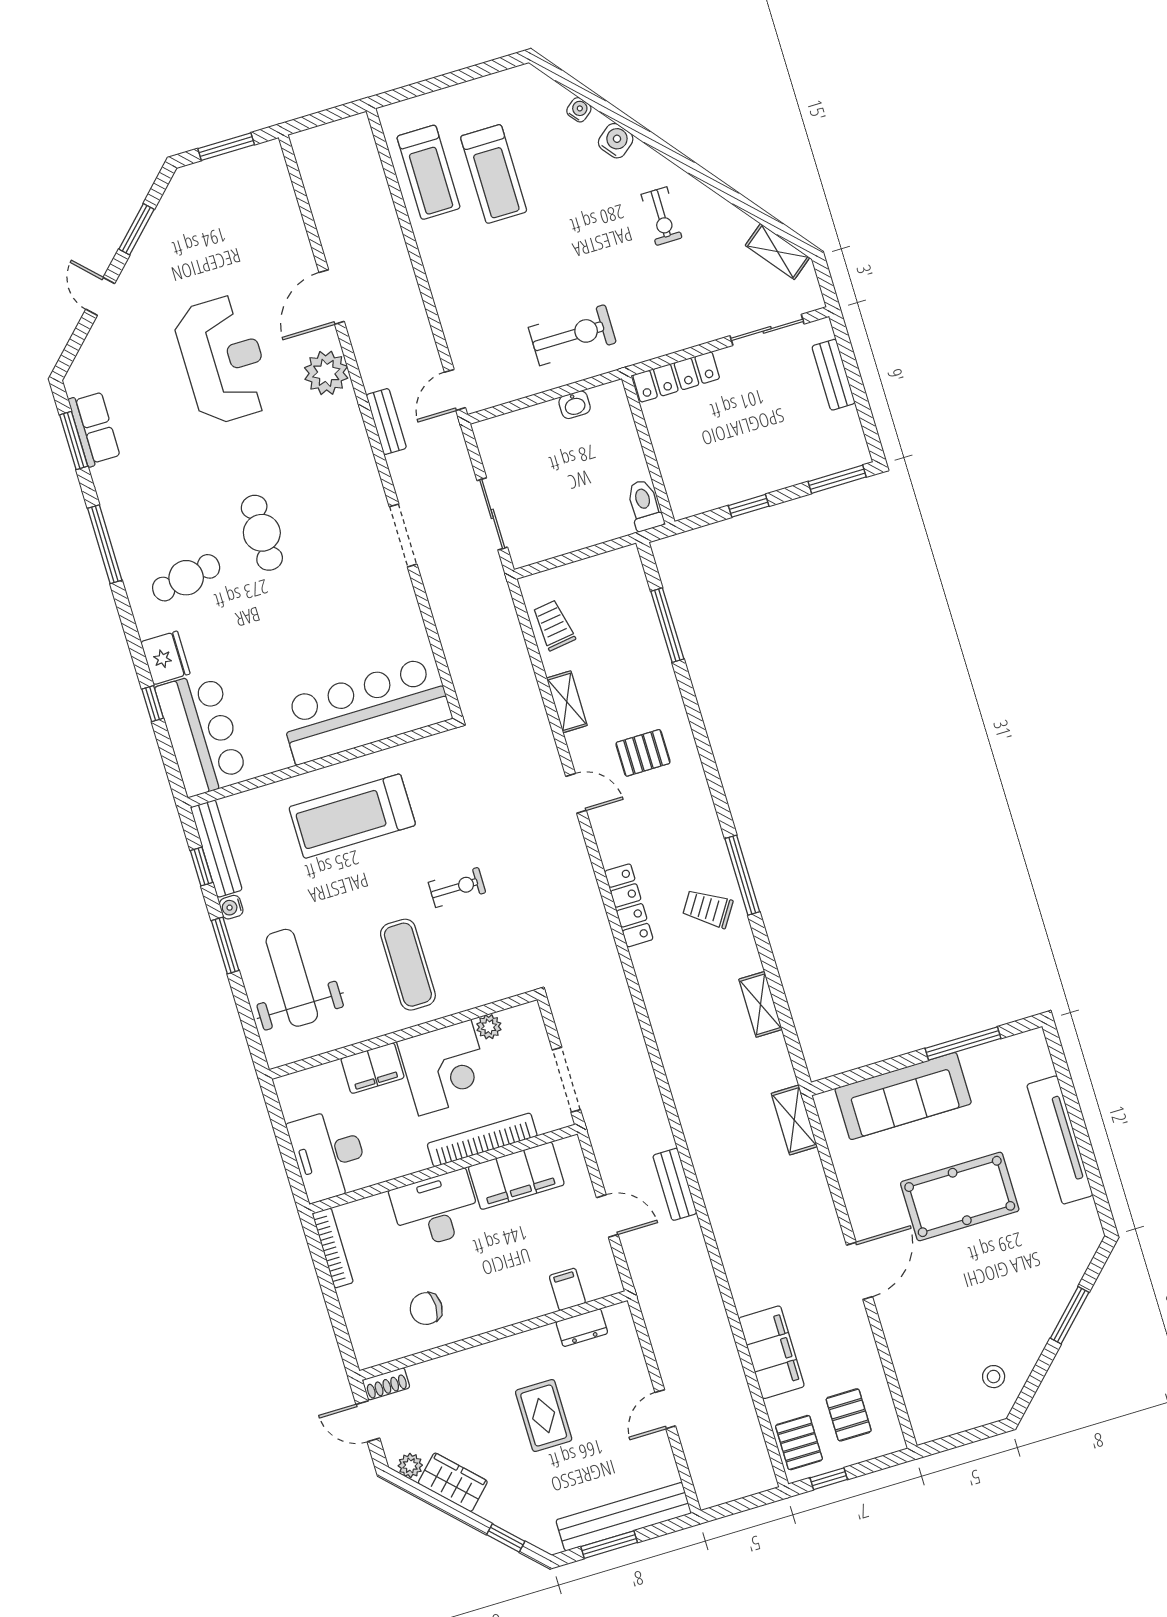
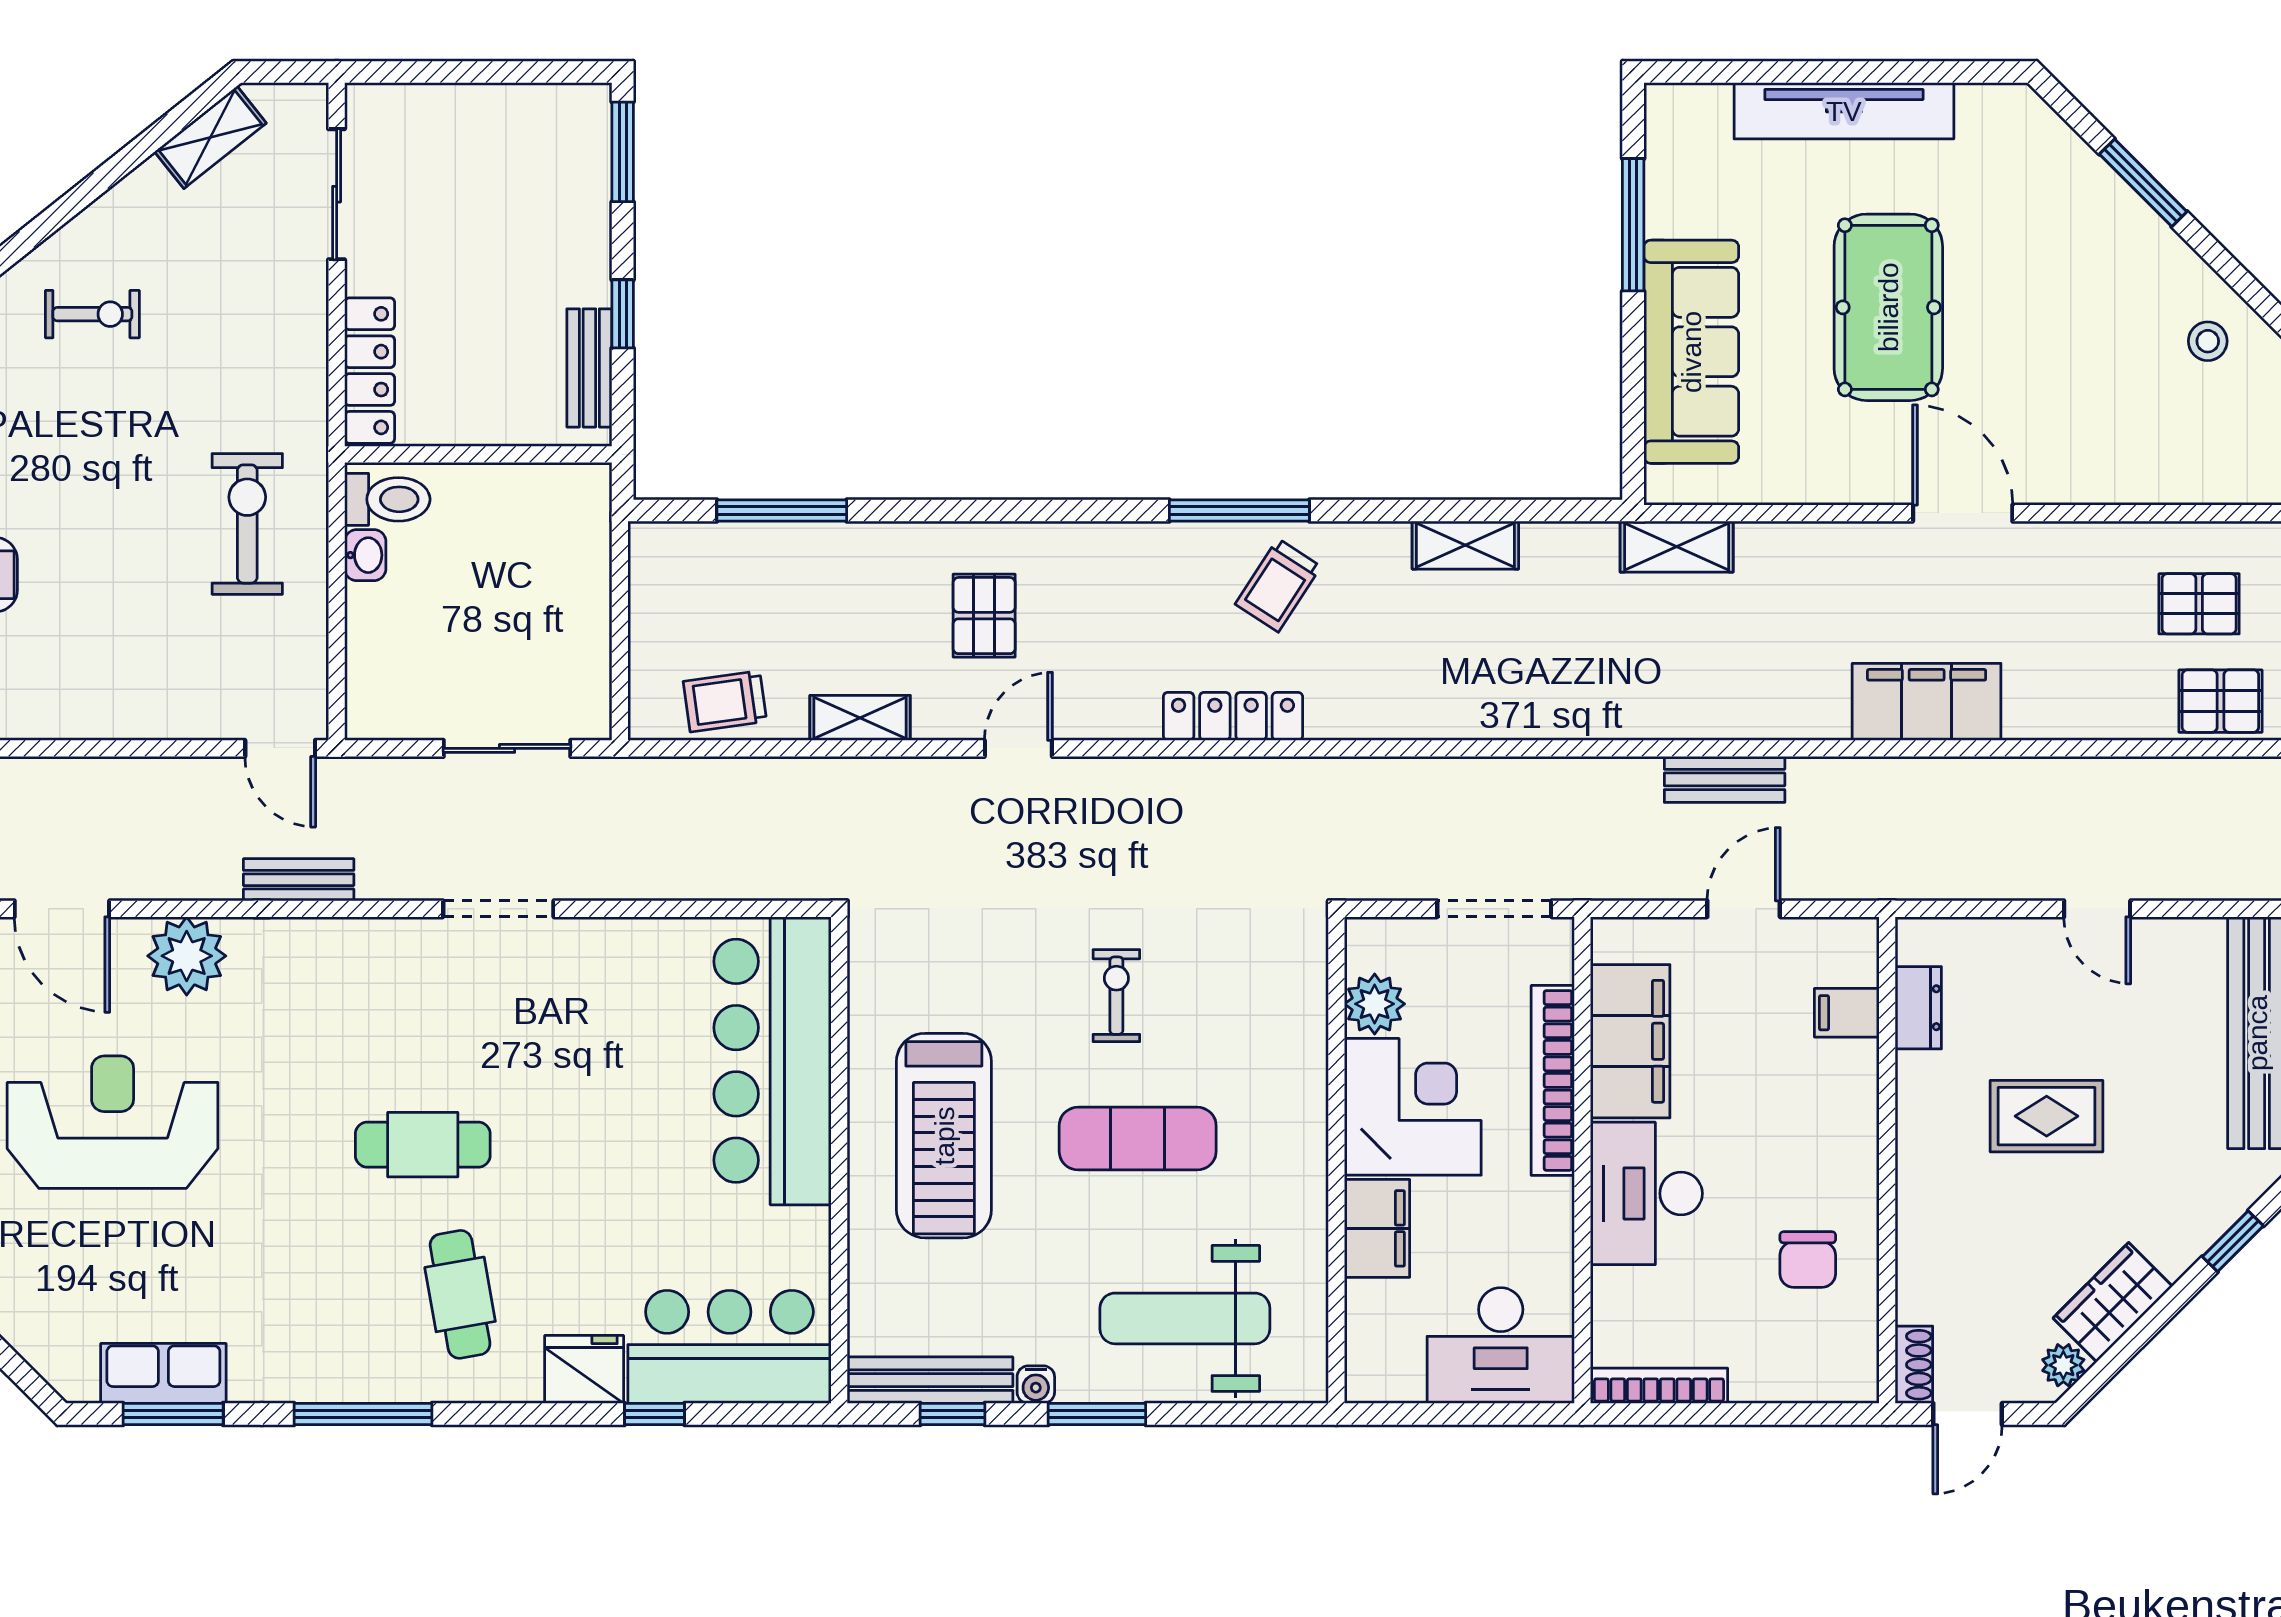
bench: (834, 375) -> (589, 368), moved, turned 90
toilet: (645, 505) -> (387, 499), moved, turned 180
exercise mat: (408, 965) -> (1138, 1139), moved
plant: (489, 1027) -> (1375, 1004), width x1.38, depth x1.38
filing cabinet: (771, 1352) -> (1927, 702), moved

